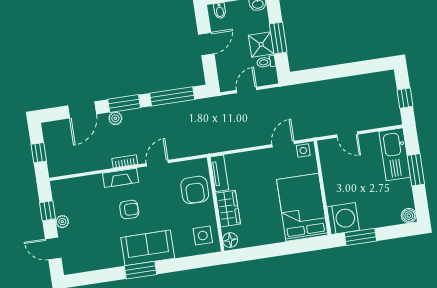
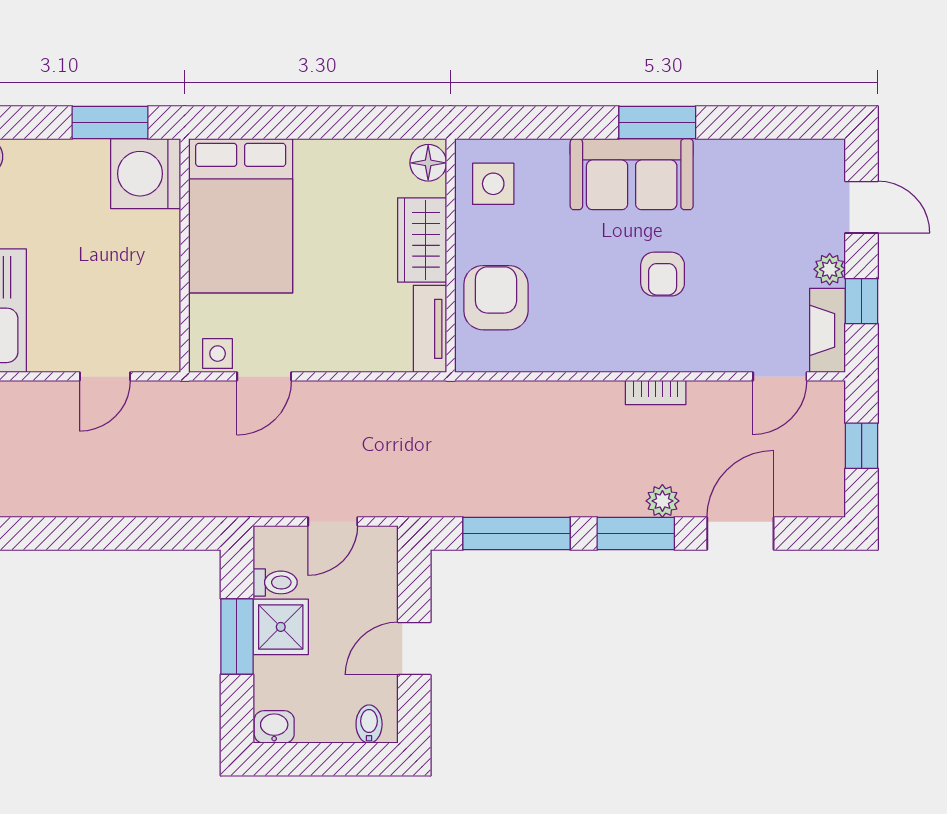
door: (347, 134) -> (105, 376), swing flipped
door: (157, 163) -> (780, 376), moved
fireplace: (121, 178) -> (827, 330), moved, turned -90
armchair: (129, 210) -> (663, 274), turned -90

